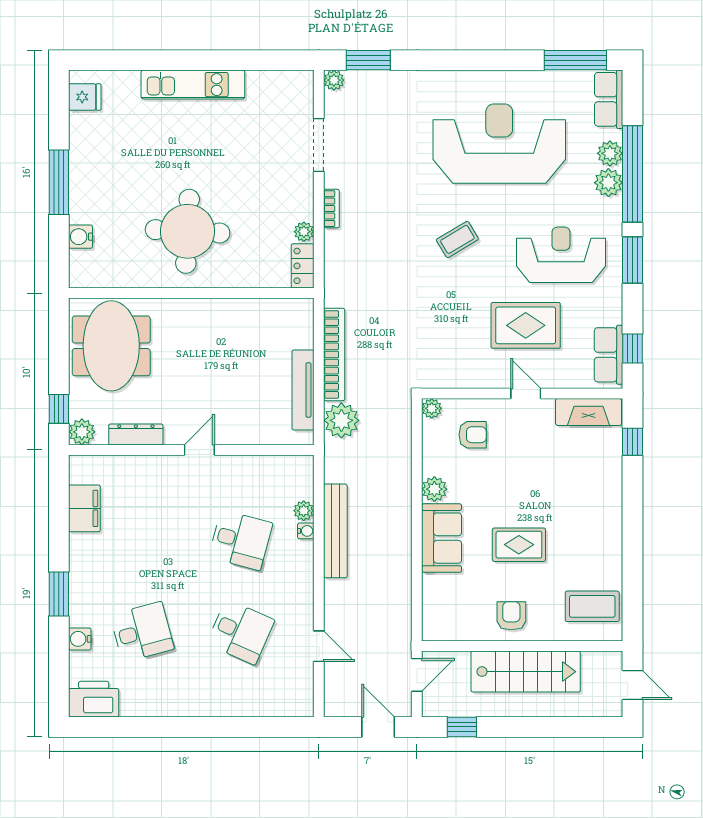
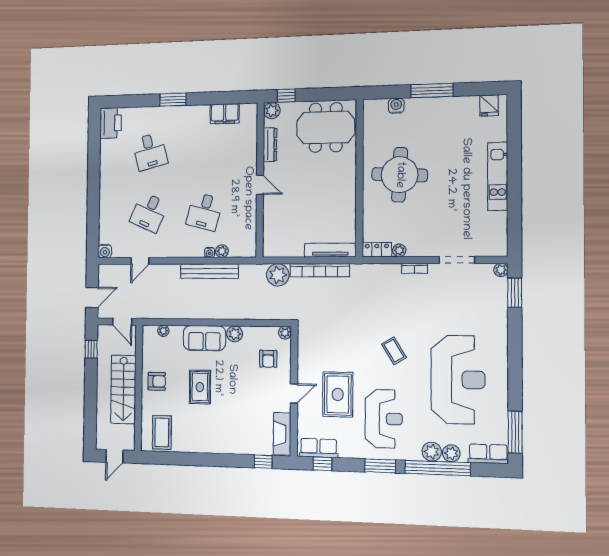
tv unit: (303, 390) -> (330, 250), moved
plant: (431, 606) -> (163, 331), added
water cooler: (80, 639) -> (105, 251), moved, turned 180

